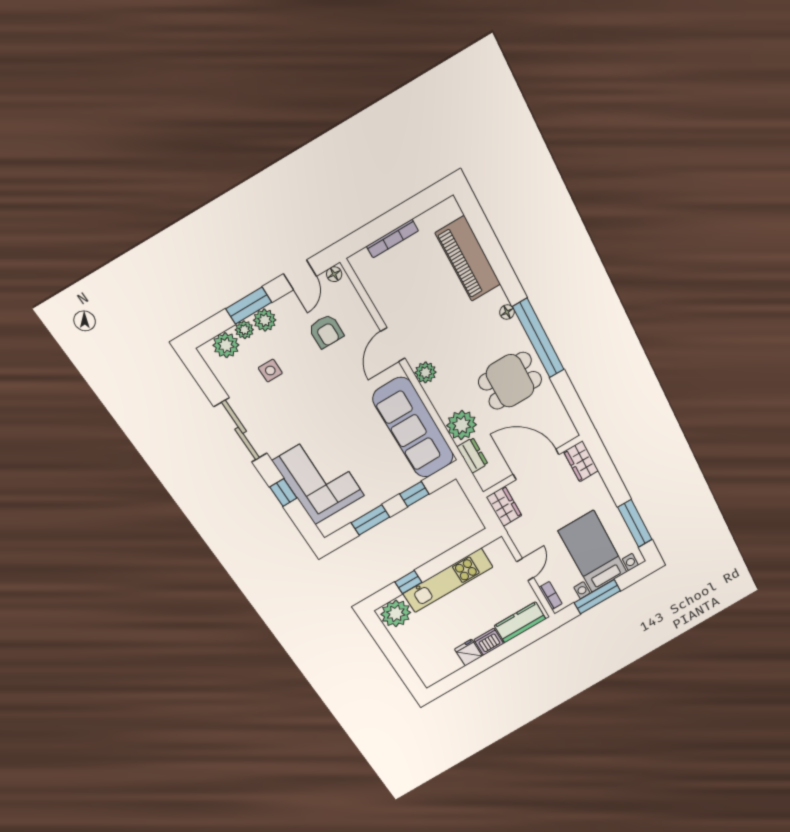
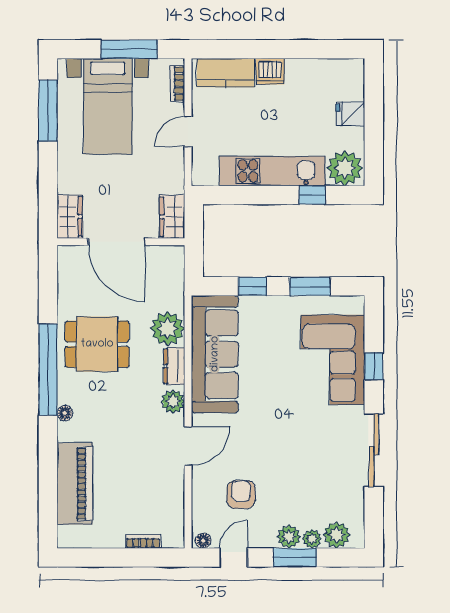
bookcase: (392, 238) -> (143, 541), width x0.64
side table: (270, 371) -> (313, 489), removed
dresser: (472, 455) -> (174, 366), moved
fridge: (469, 653) -> (350, 114), moved, turned 90

